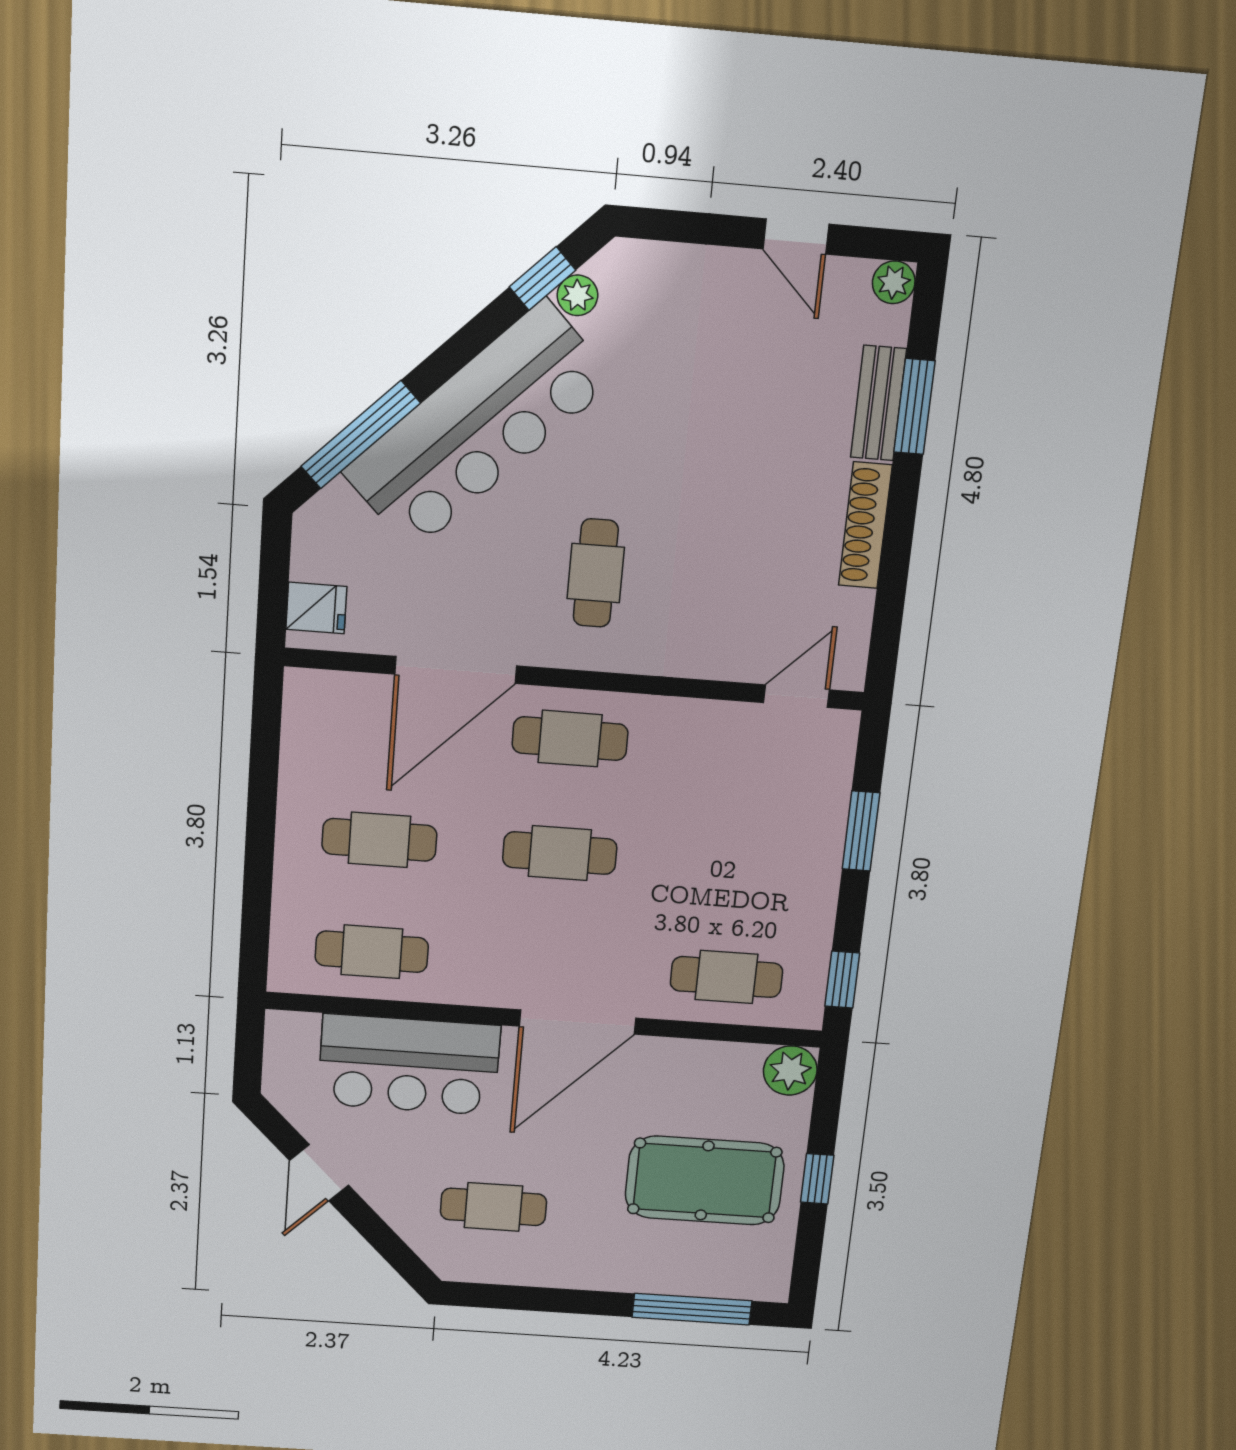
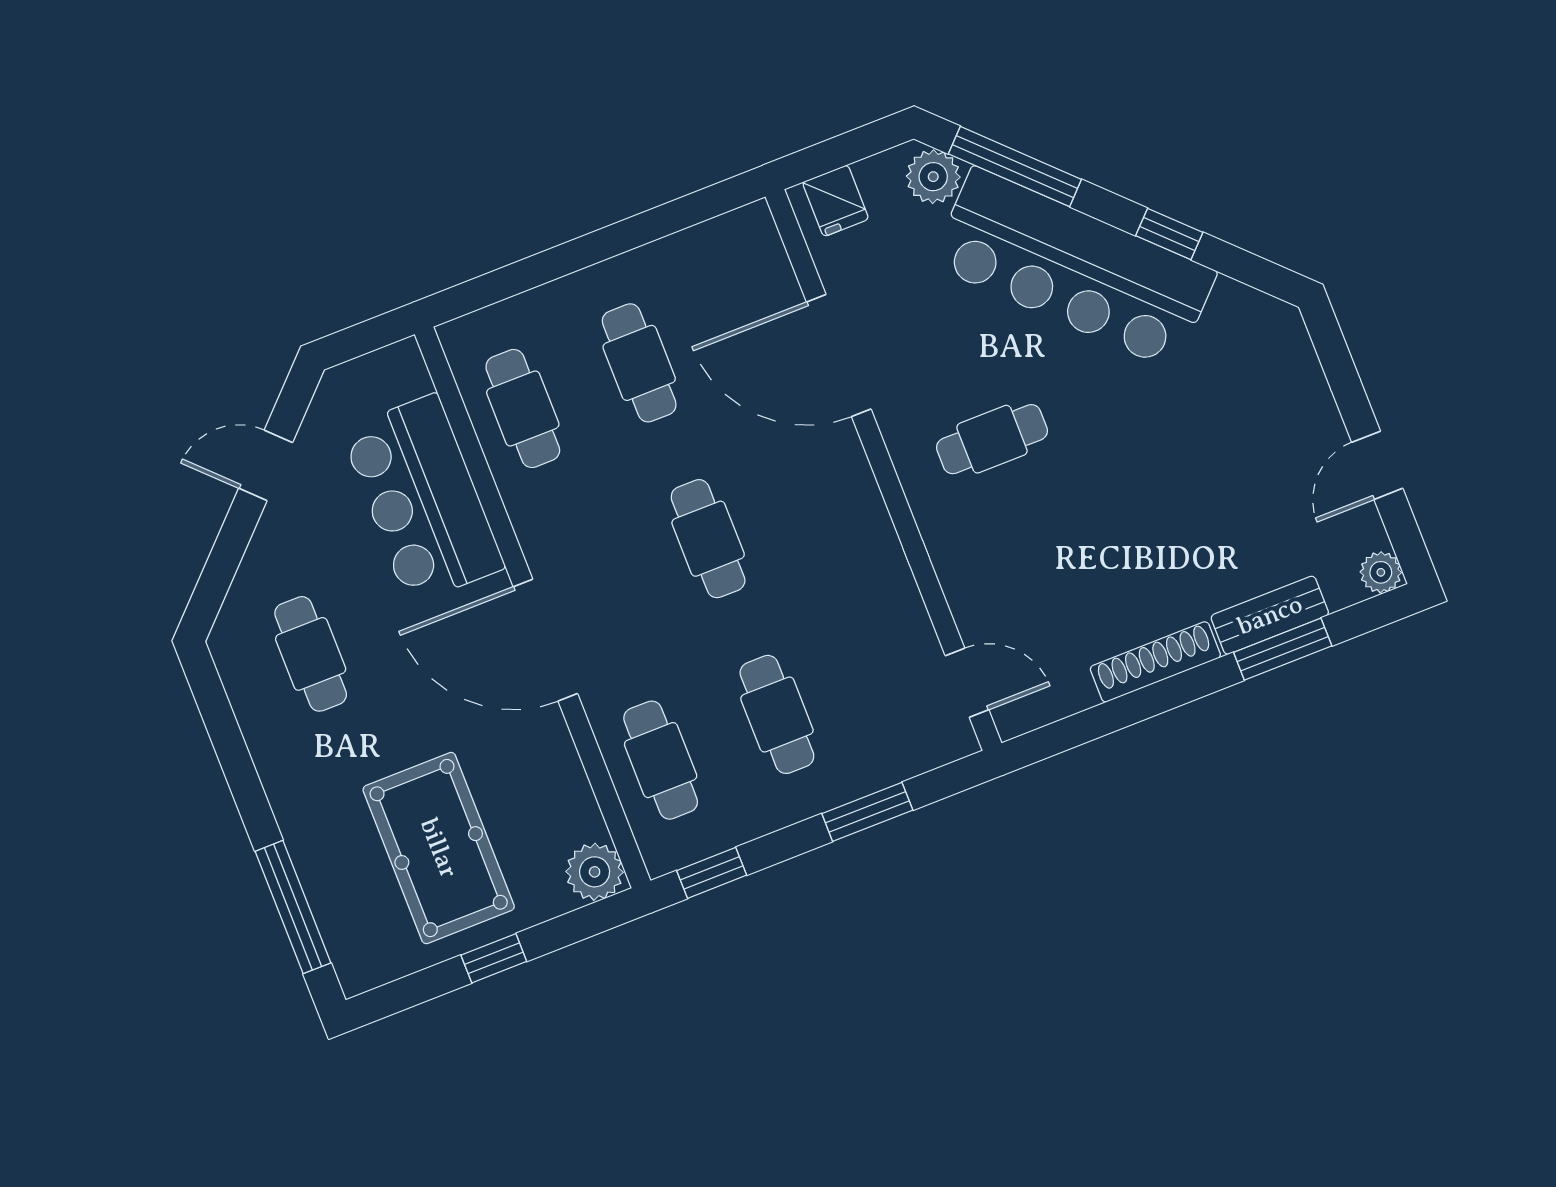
window: (543, 278) -> (1169, 234), moved
plant: (578, 295) -> (933, 177), moved, width x1.38, depth x1.38
cafe table: (570, 739) -> (777, 714), moved

